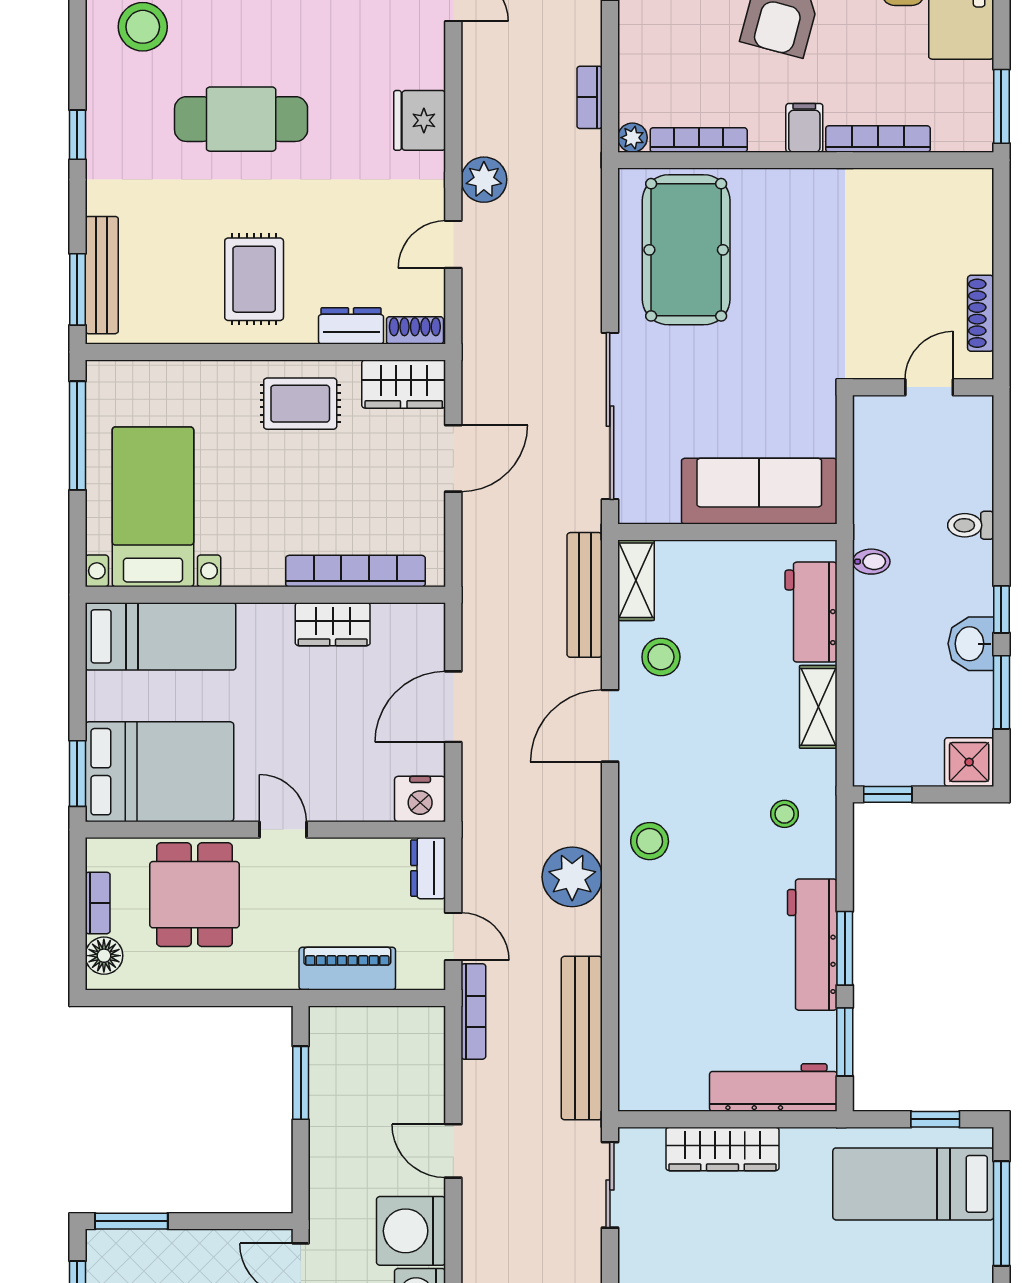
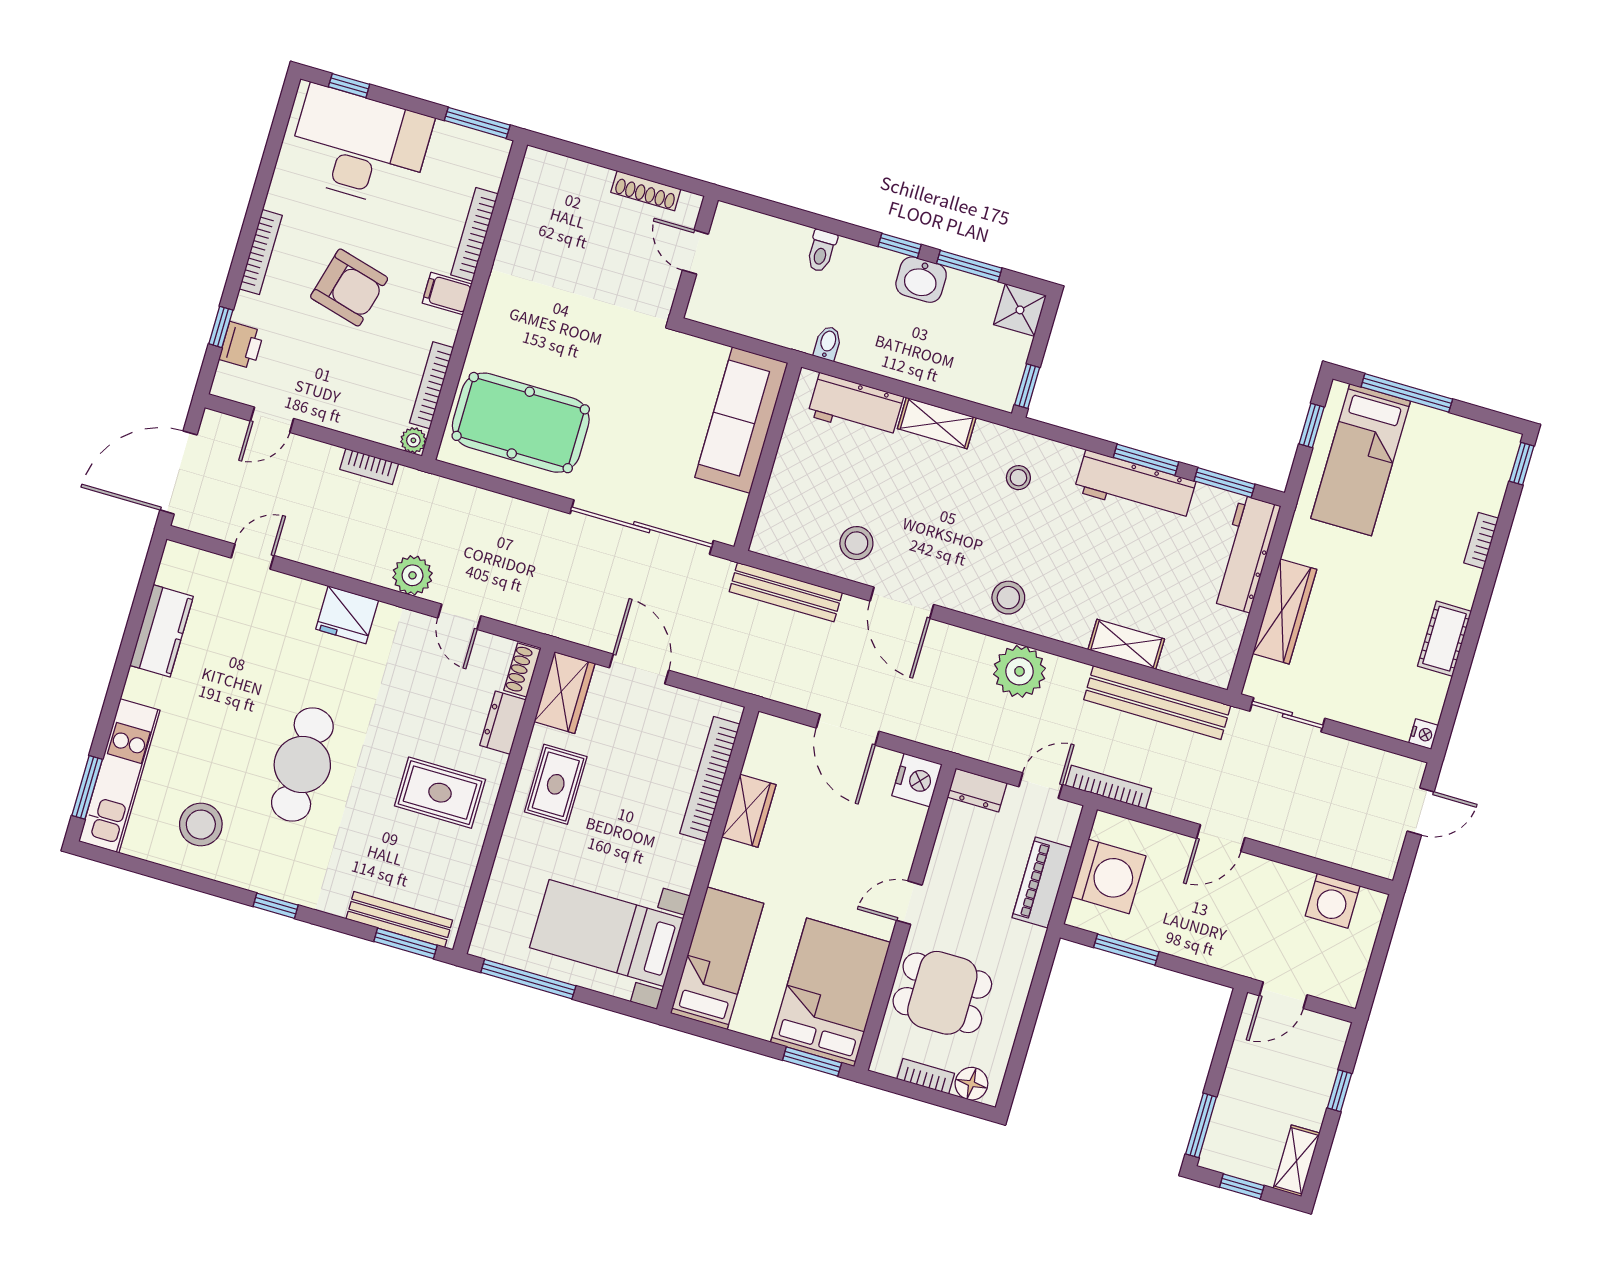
shelving: (636, 580) -> (1126, 644), moved
washing machine: (411, 1231) -> (1109, 876), moved, turned -90

